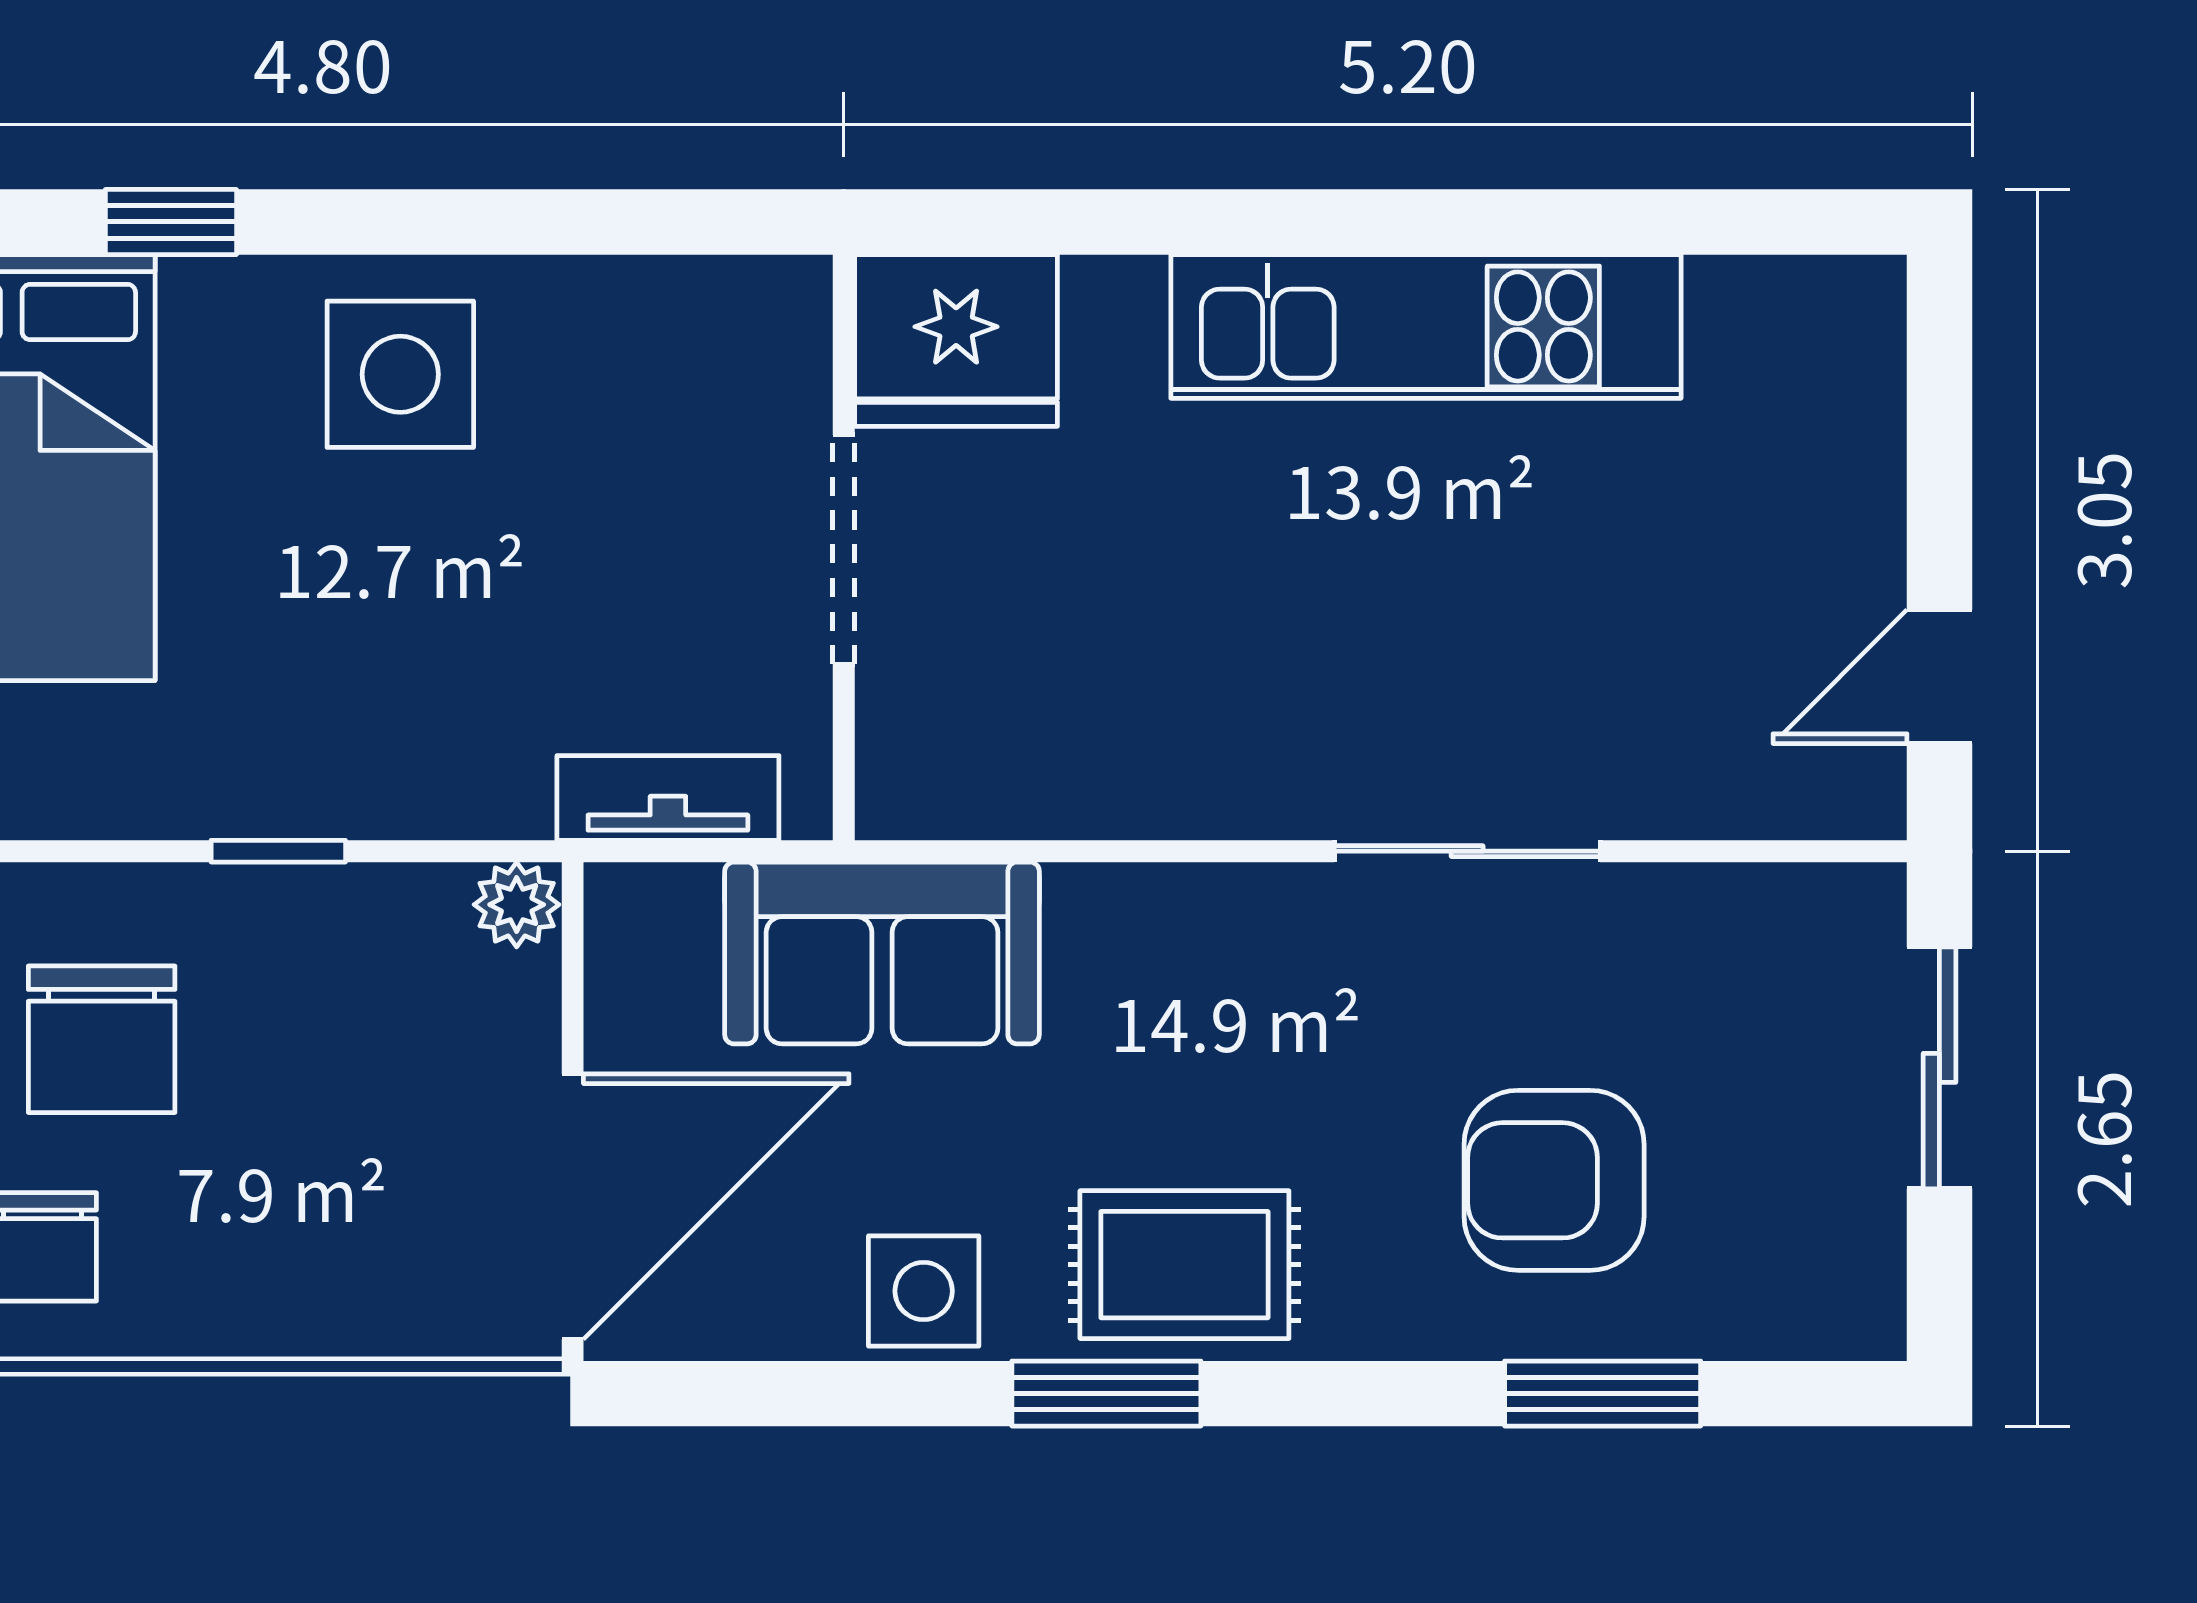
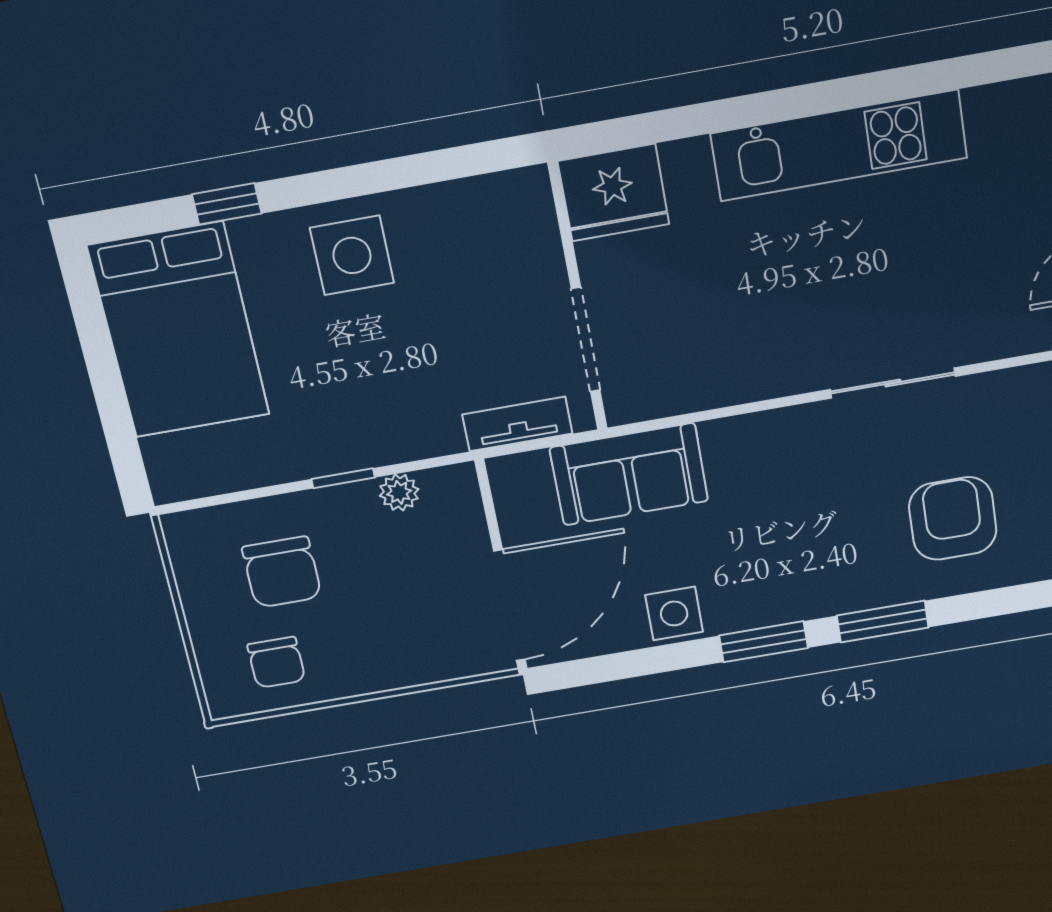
doorway: (844, 550) -> (586, 340), moved
plant: (517, 905) -> (399, 492), moved
armchair: (1554, 1180) -> (953, 519), turned 90
rug: (1184, 1265) -> (790, 583), removed
window: (1603, 1394) -> (883, 622), moved

